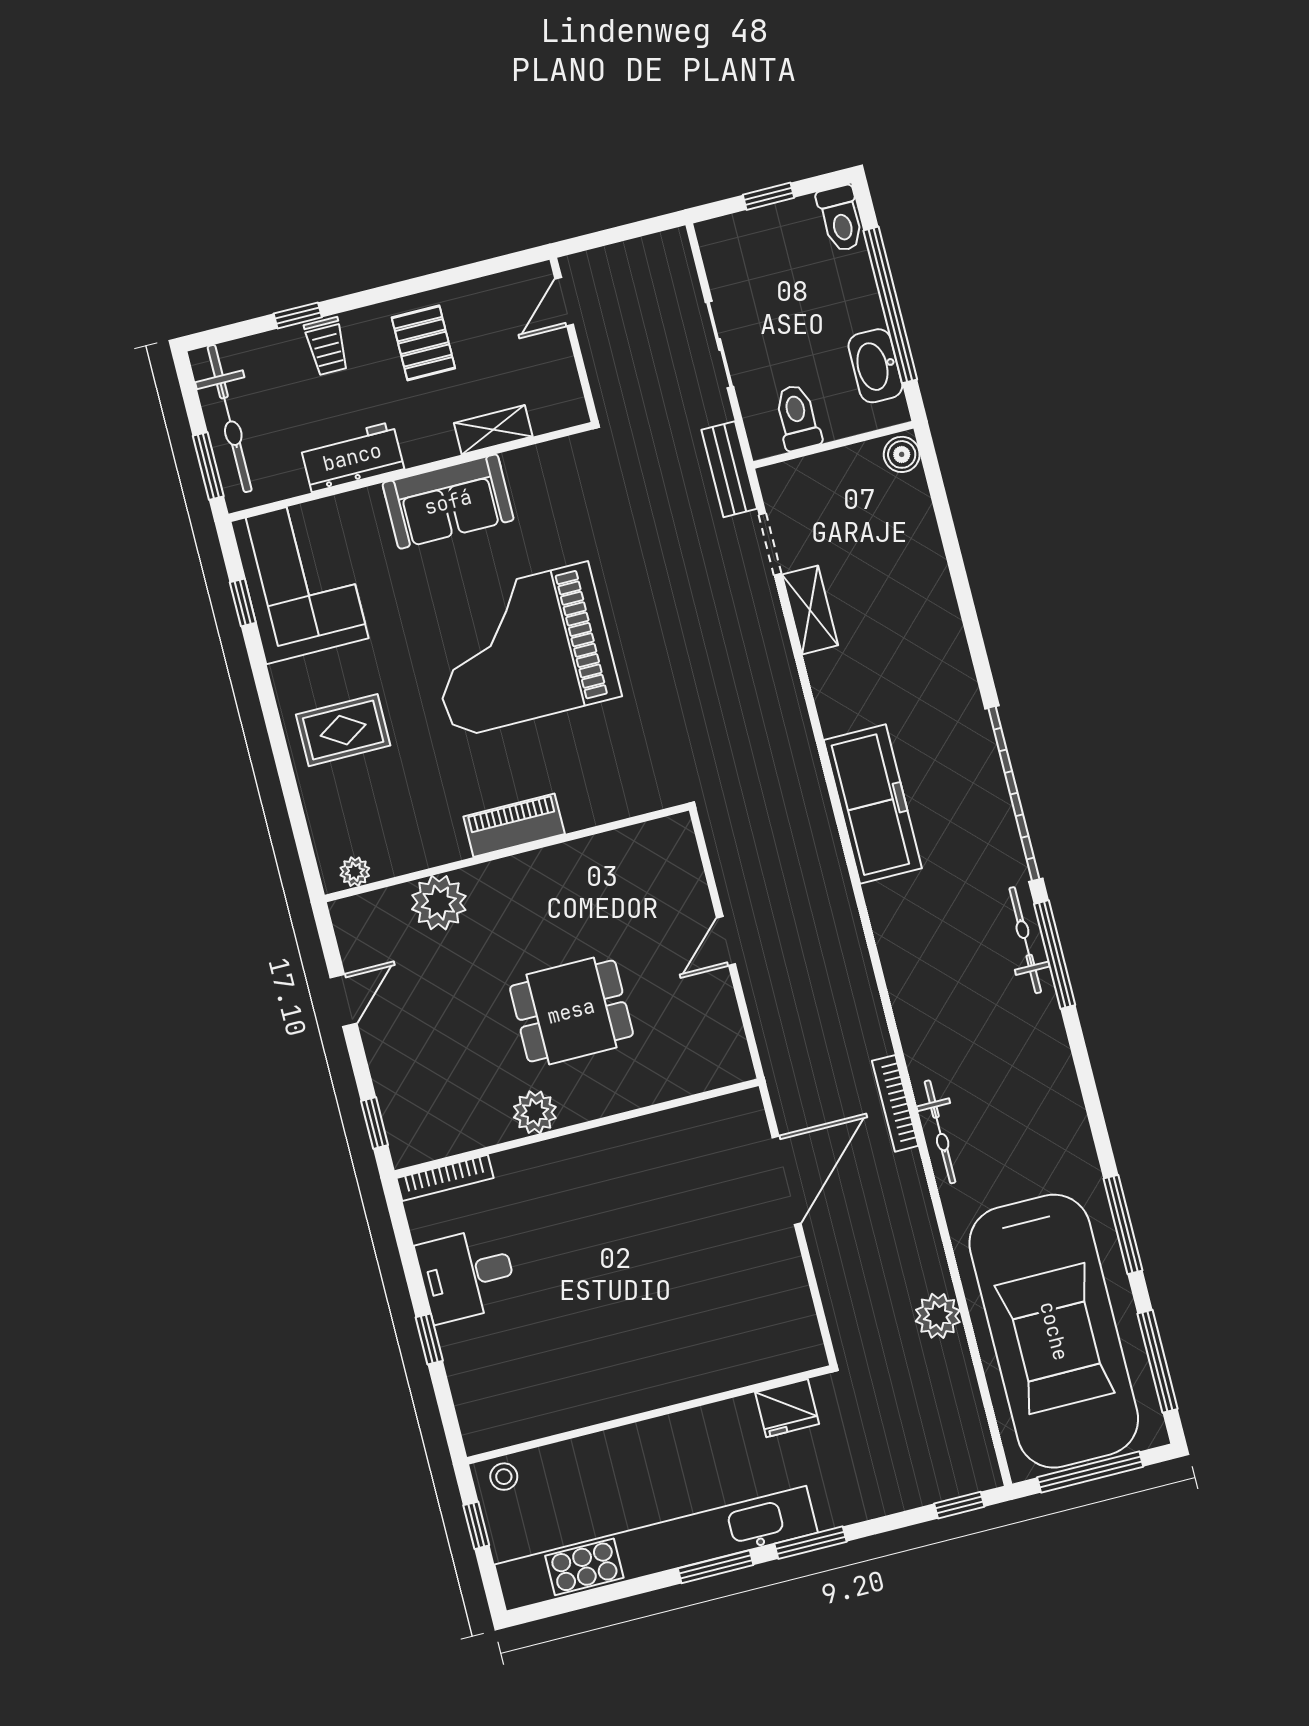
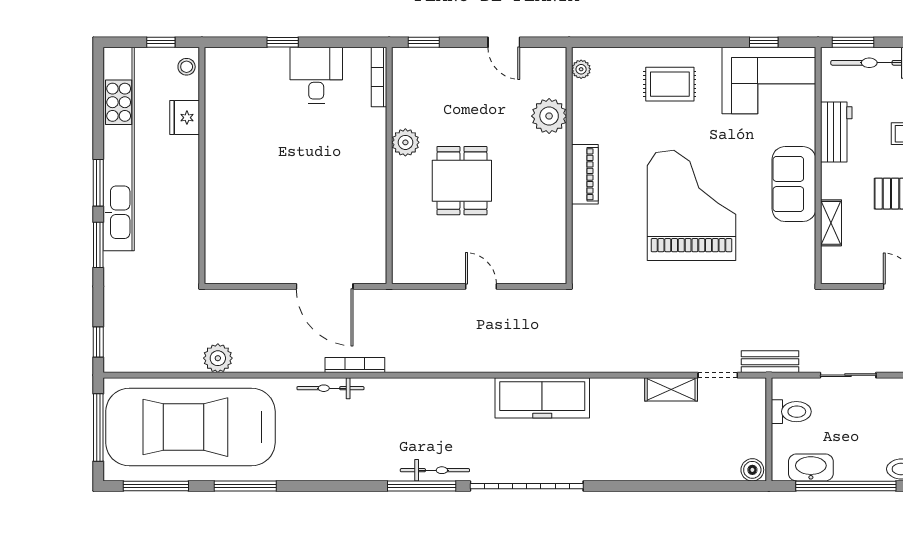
rug: (343, 730) -> (670, 84), turned 90
fridge: (787, 1408) -> (185, 118), moved

